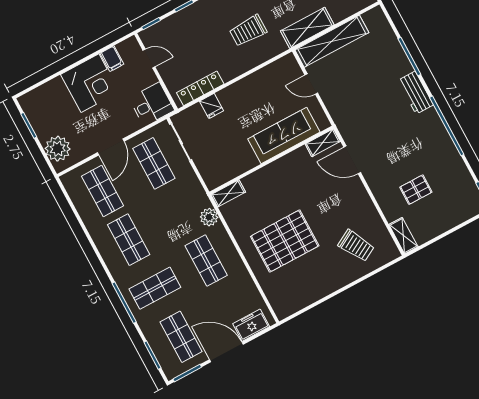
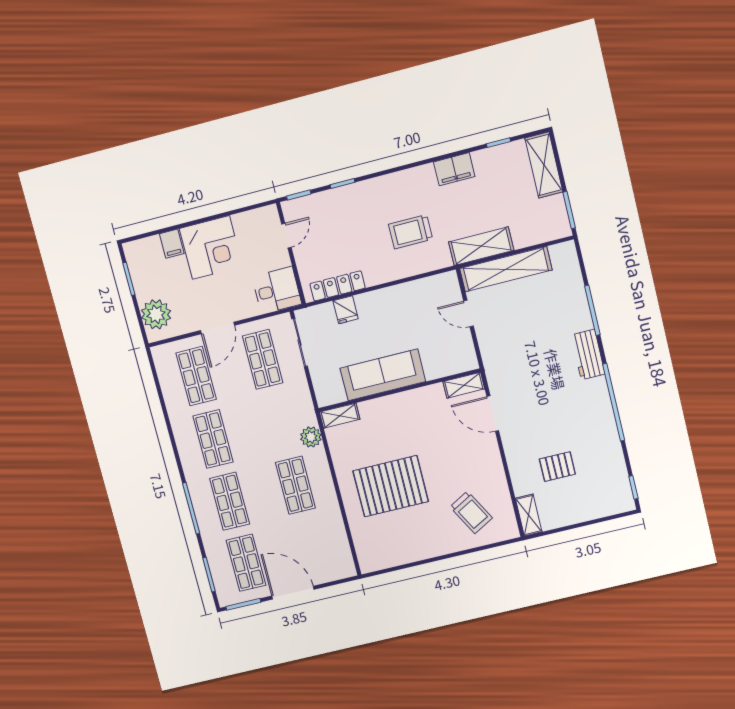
filing cabinet: (112, 59) -> (172, 244), moved
door: (149, 59) -> (286, 236), hinge flipped
sofa: (284, 135) -> (383, 375), moved
shop shelf: (155, 288) -> (230, 501), turned 90
freezer: (251, 325) -> (328, 570), removed

